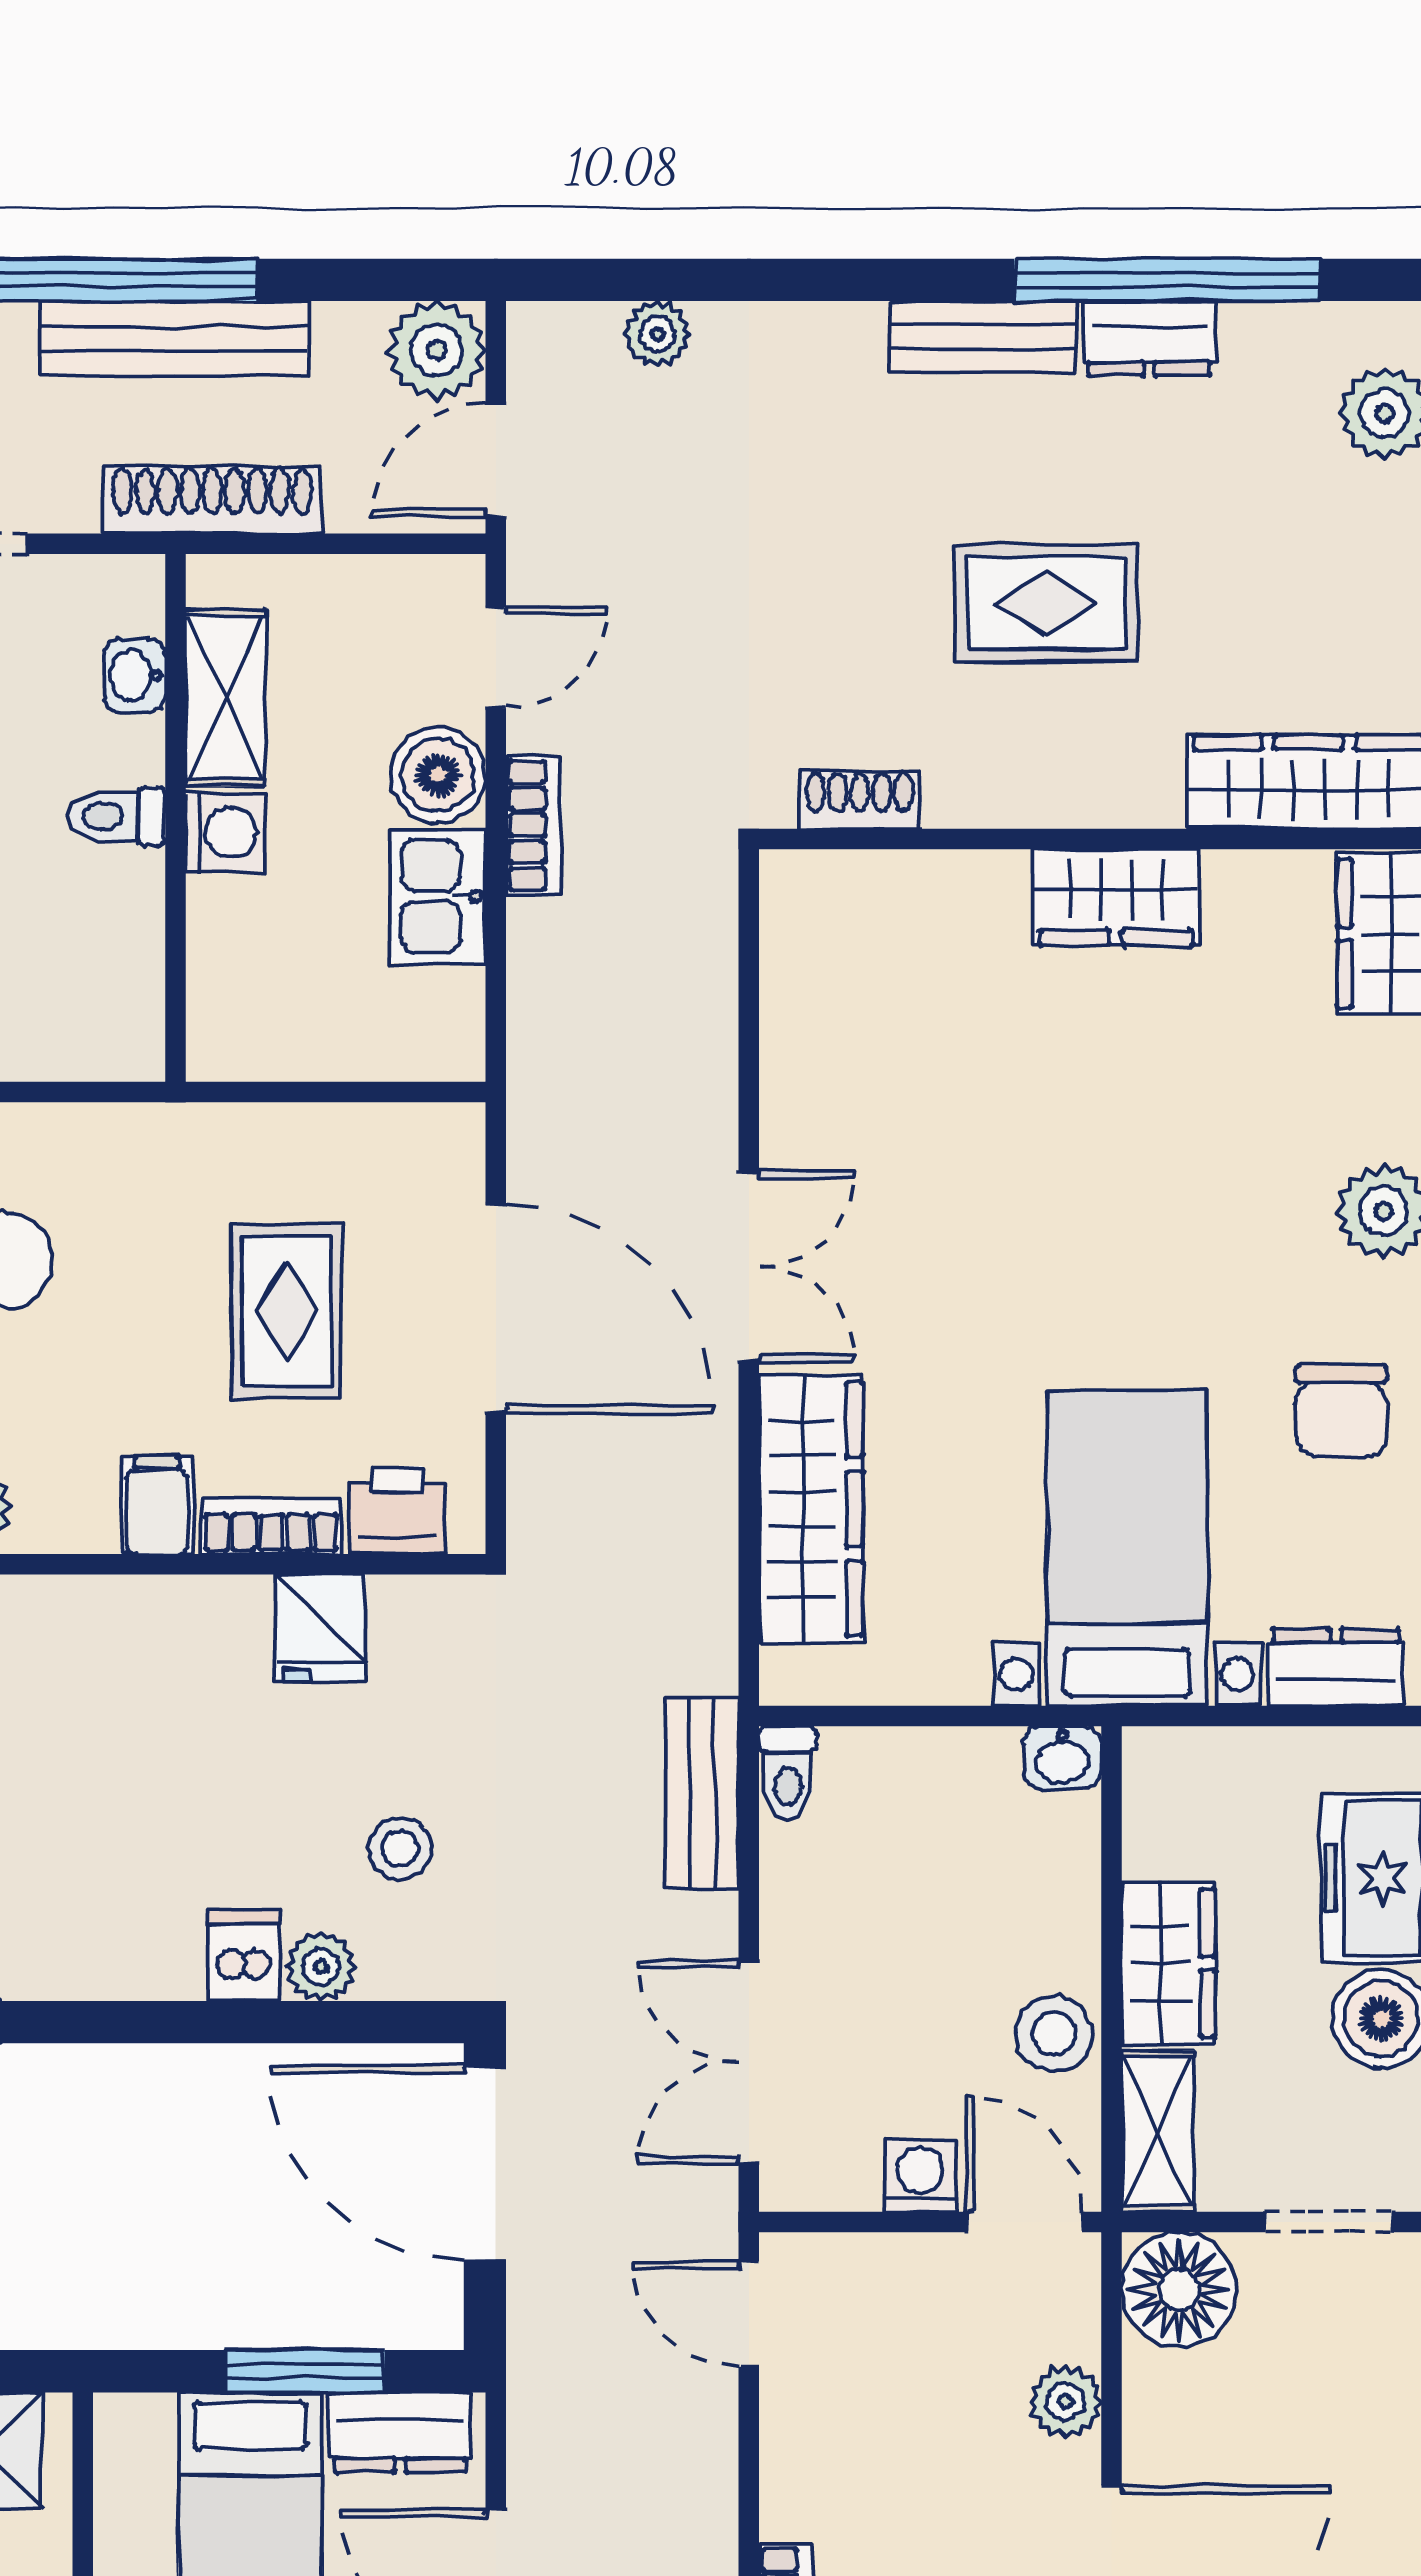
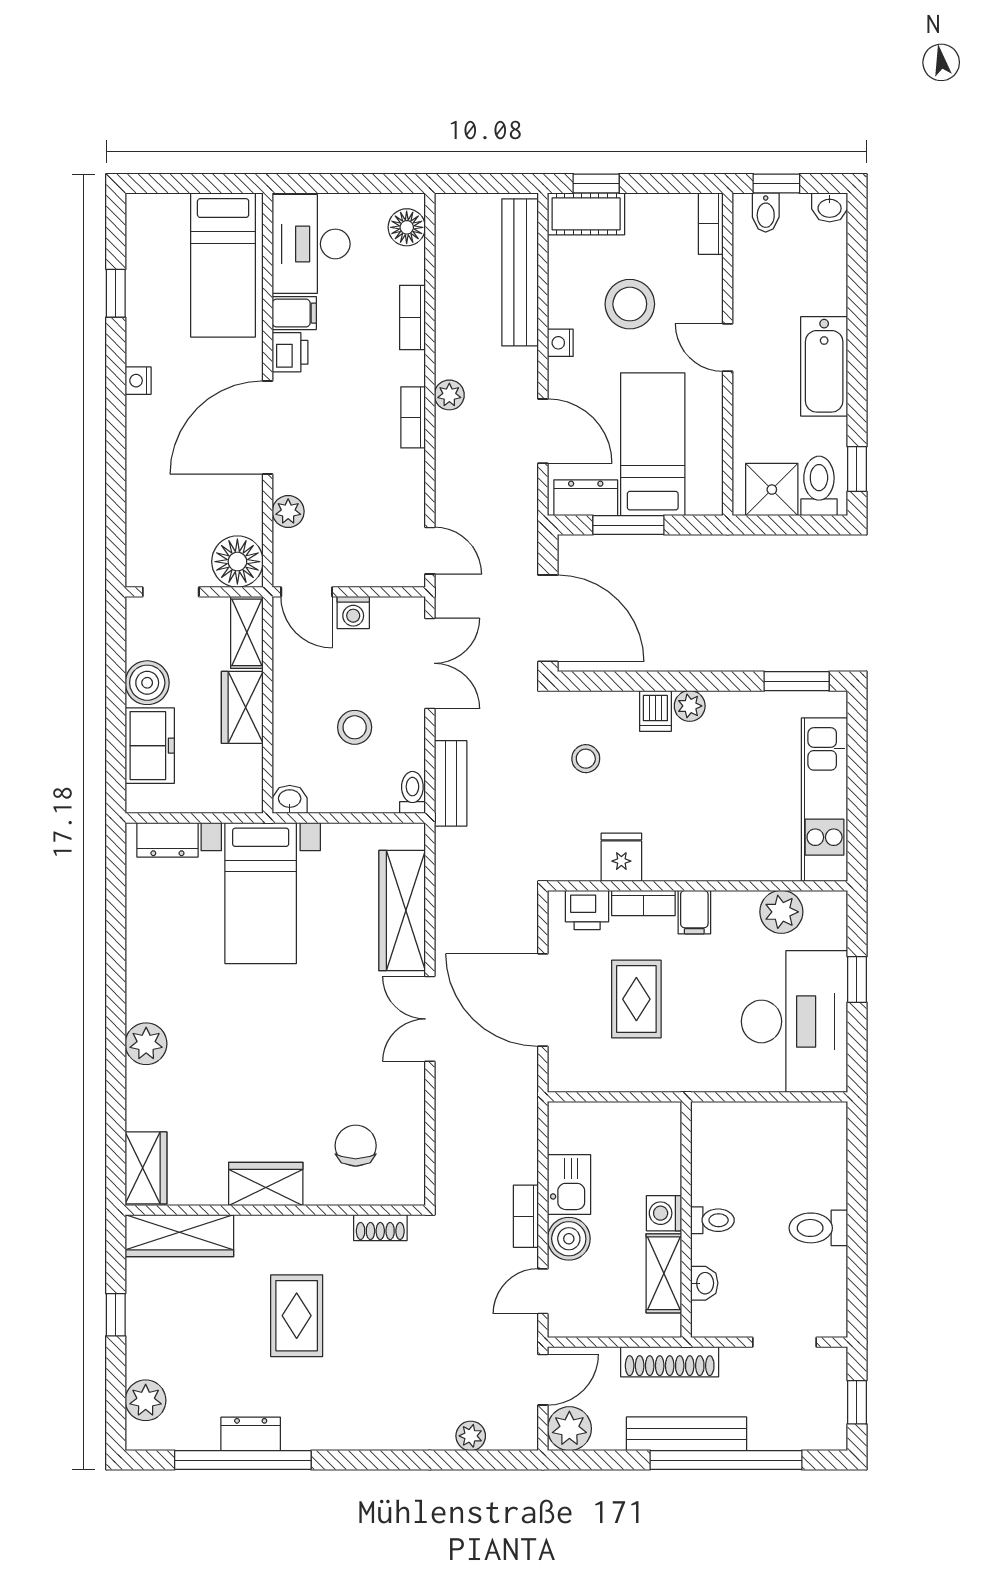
bench: (983, 337) -> (325, 1435), removed
rug: (1047, 603) -> (297, 1316), turned 90
chair: (1341, 1411) -> (356, 1146), moved
plant: (321, 1967) -> (690, 706), moved
stool: (1054, 2034) -> (355, 727), moved

